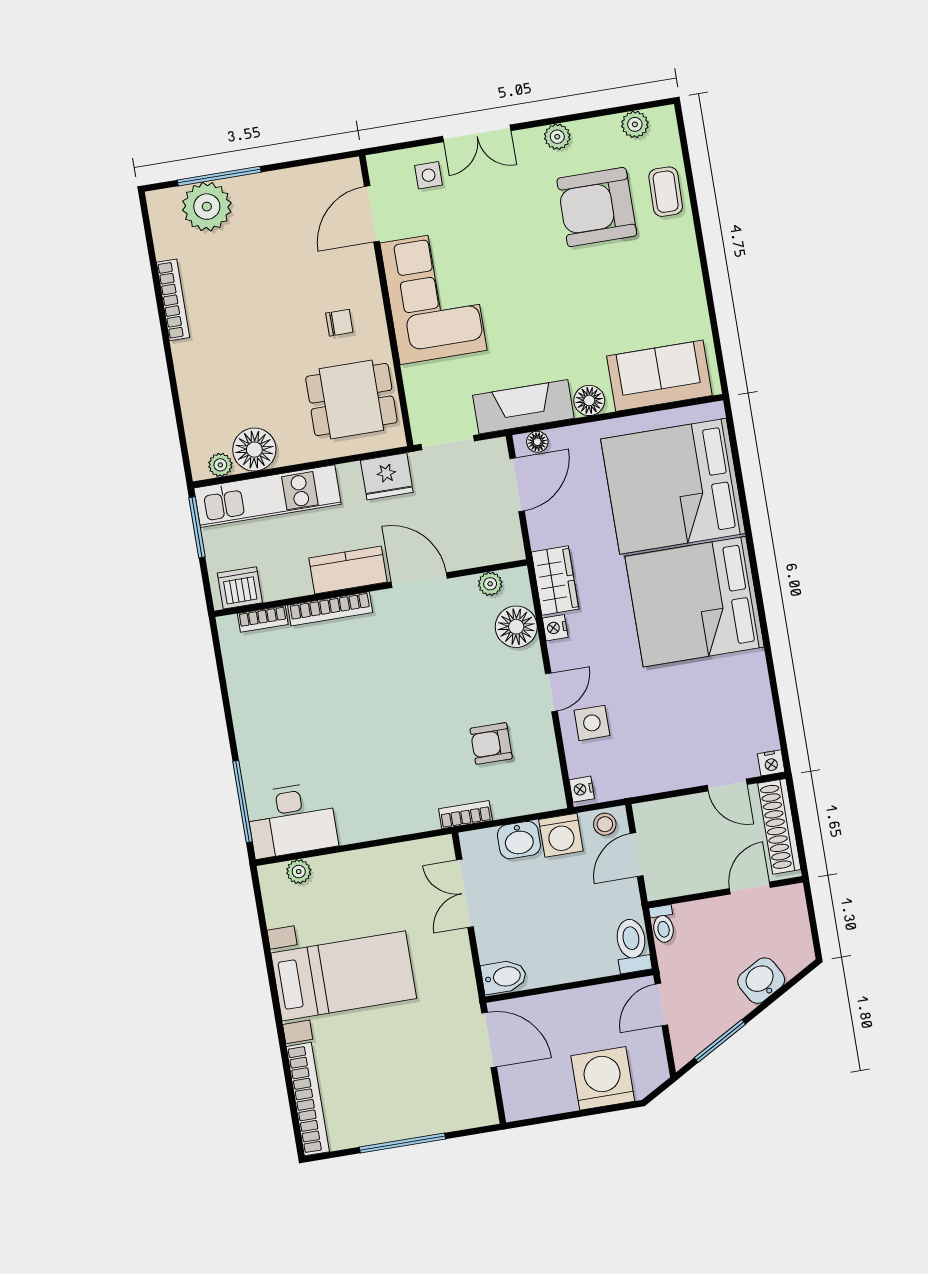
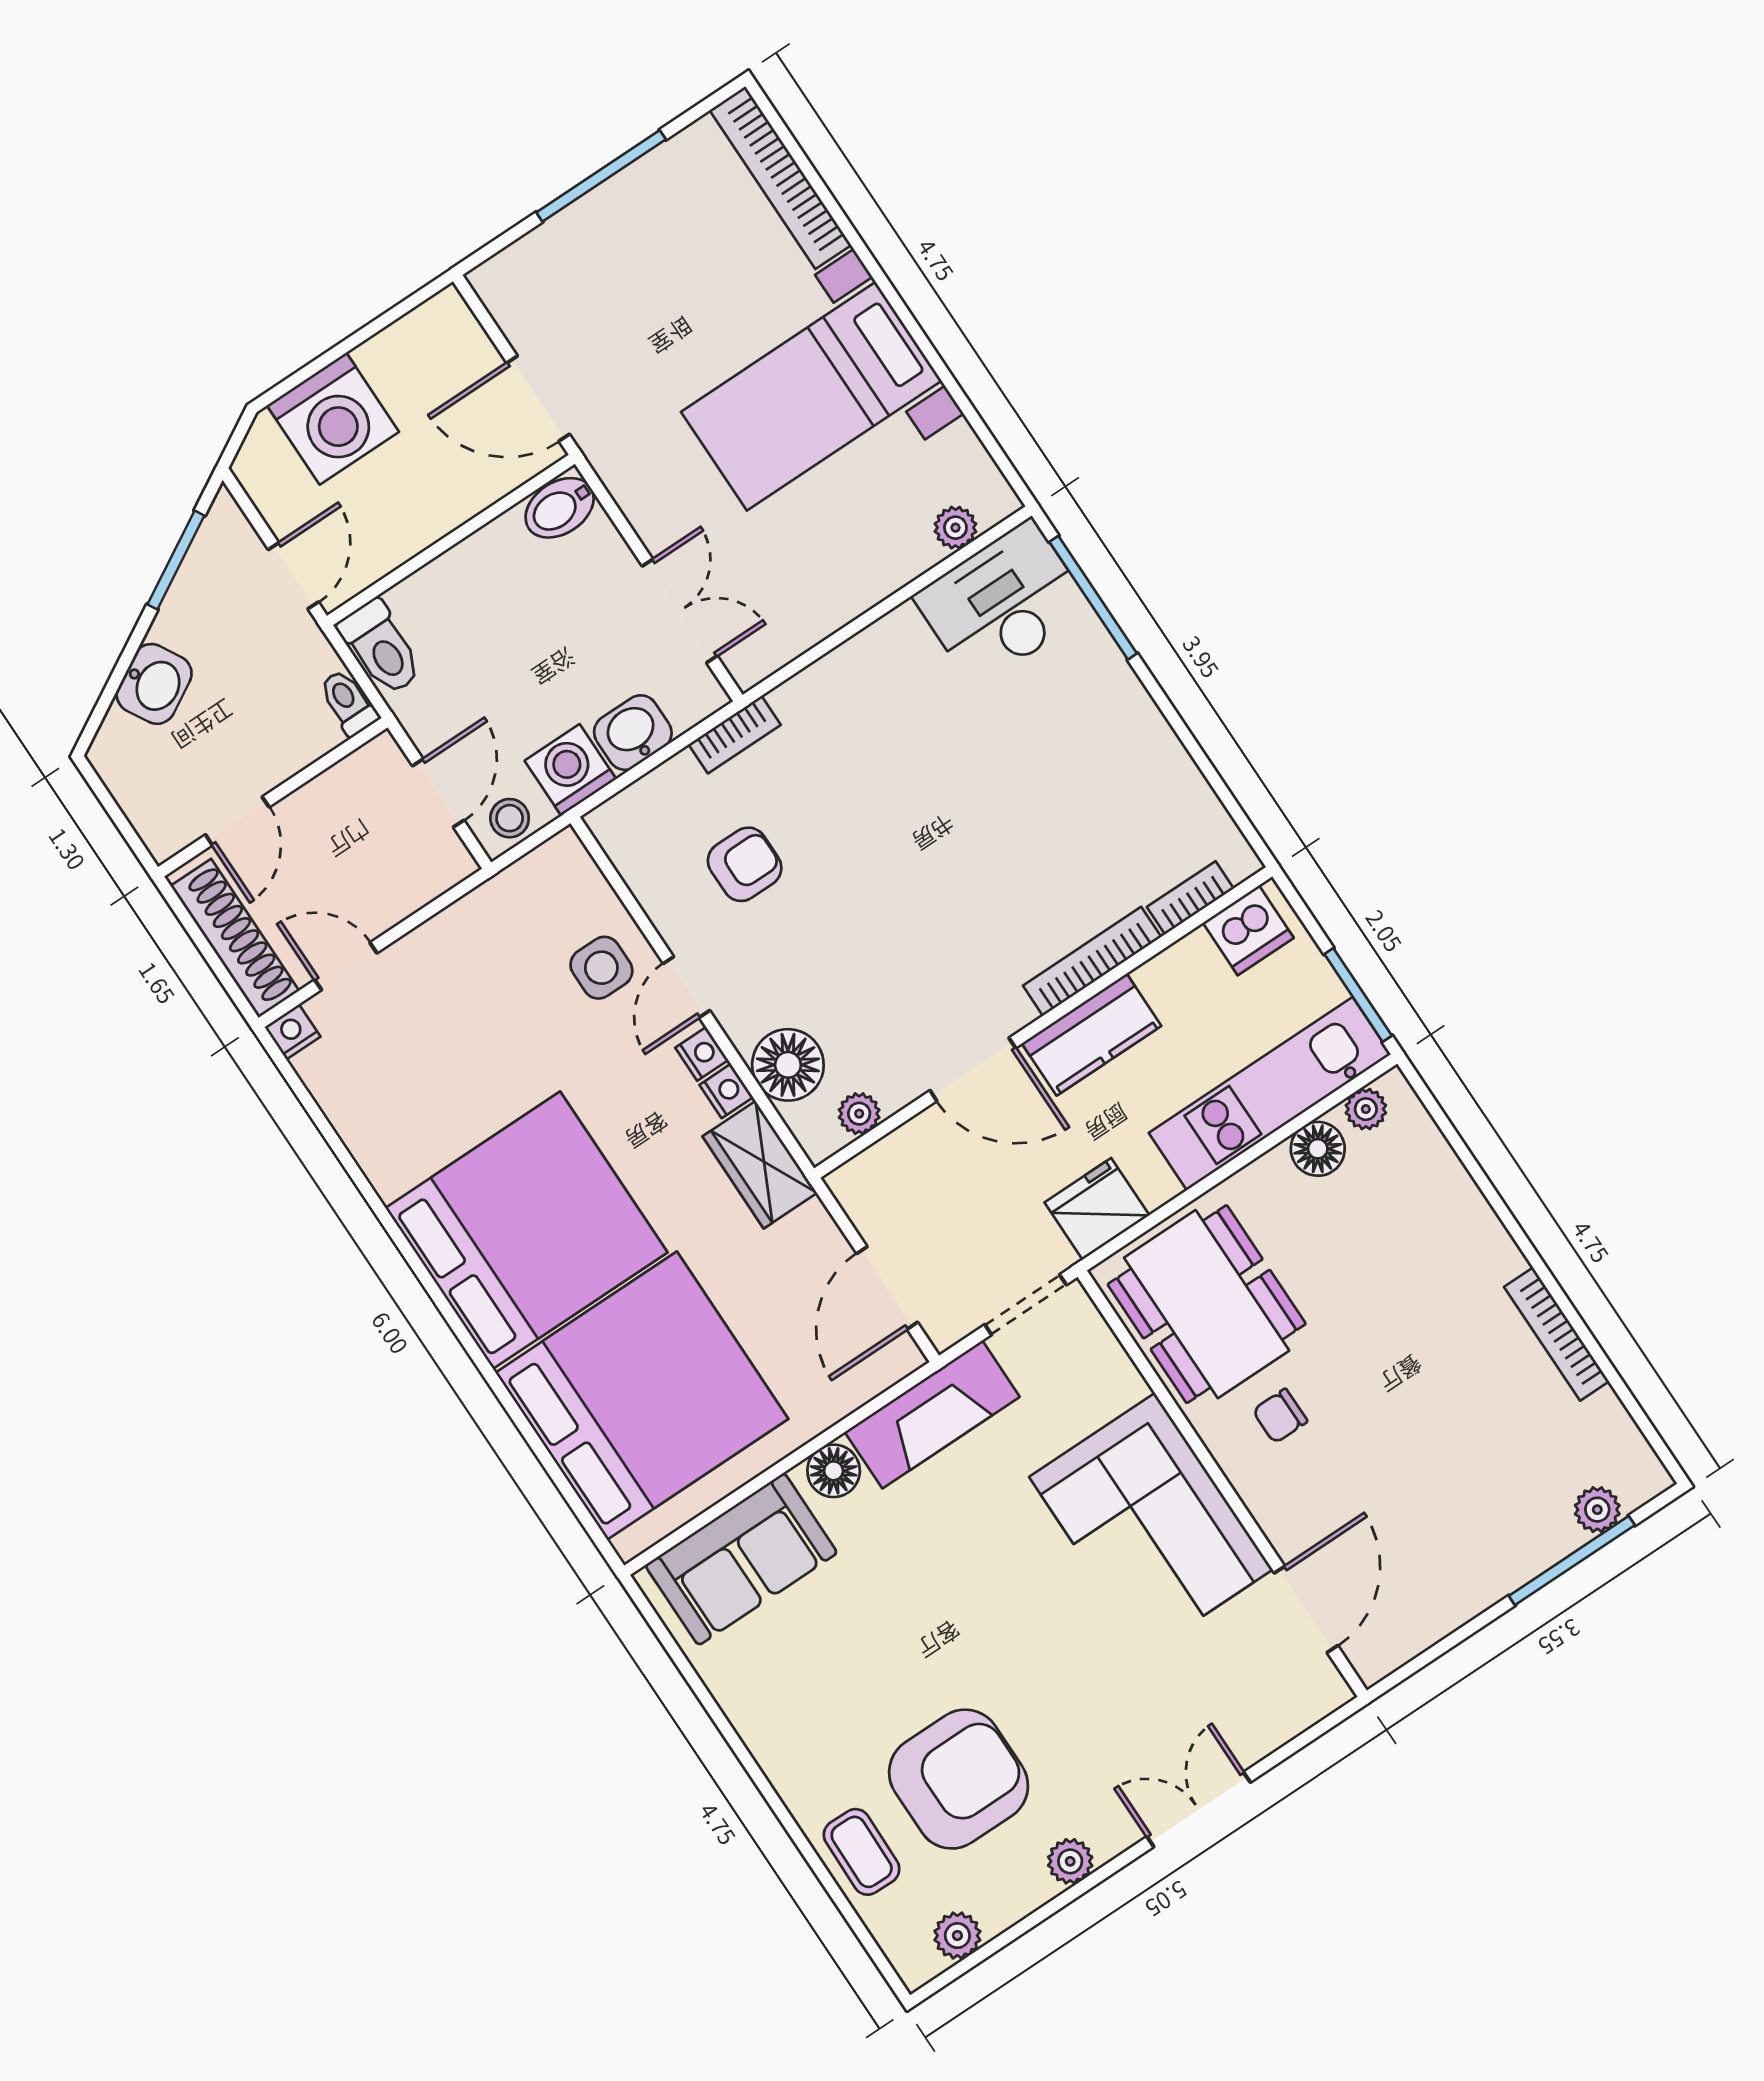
side table: (429, 175) -> (1245, 1710), removed
plant: (207, 207) -> (1597, 1510), width x0.53, depth x0.53
dining table: (351, 400) -> (1207, 1304), width x1.38
floor lamp: (537, 442) -> (886, 1369), removed
floor lamp: (254, 450) -> (1318, 1149), width x0.73, depth x0.73
nightstand: (582, 789) -> (702, 1054), moved

